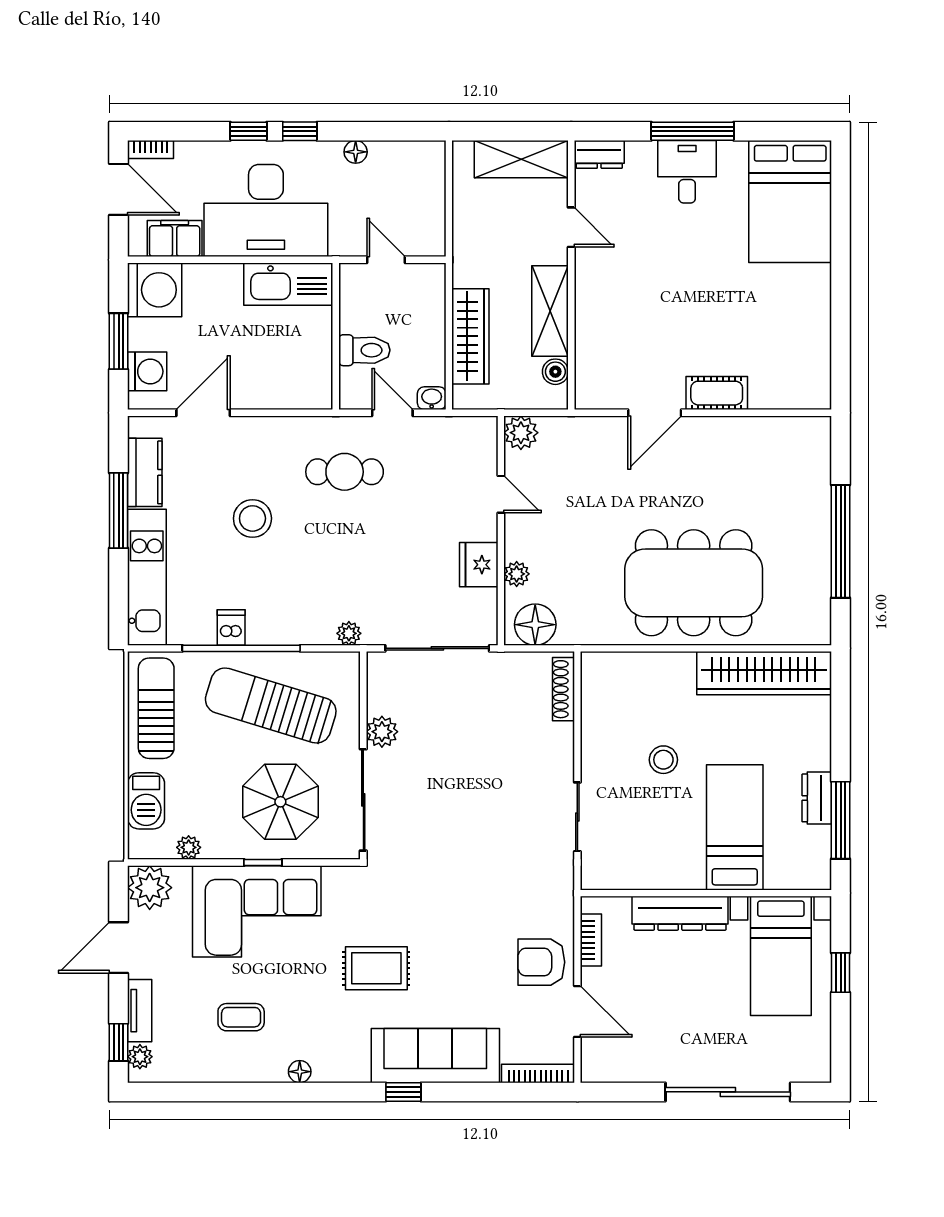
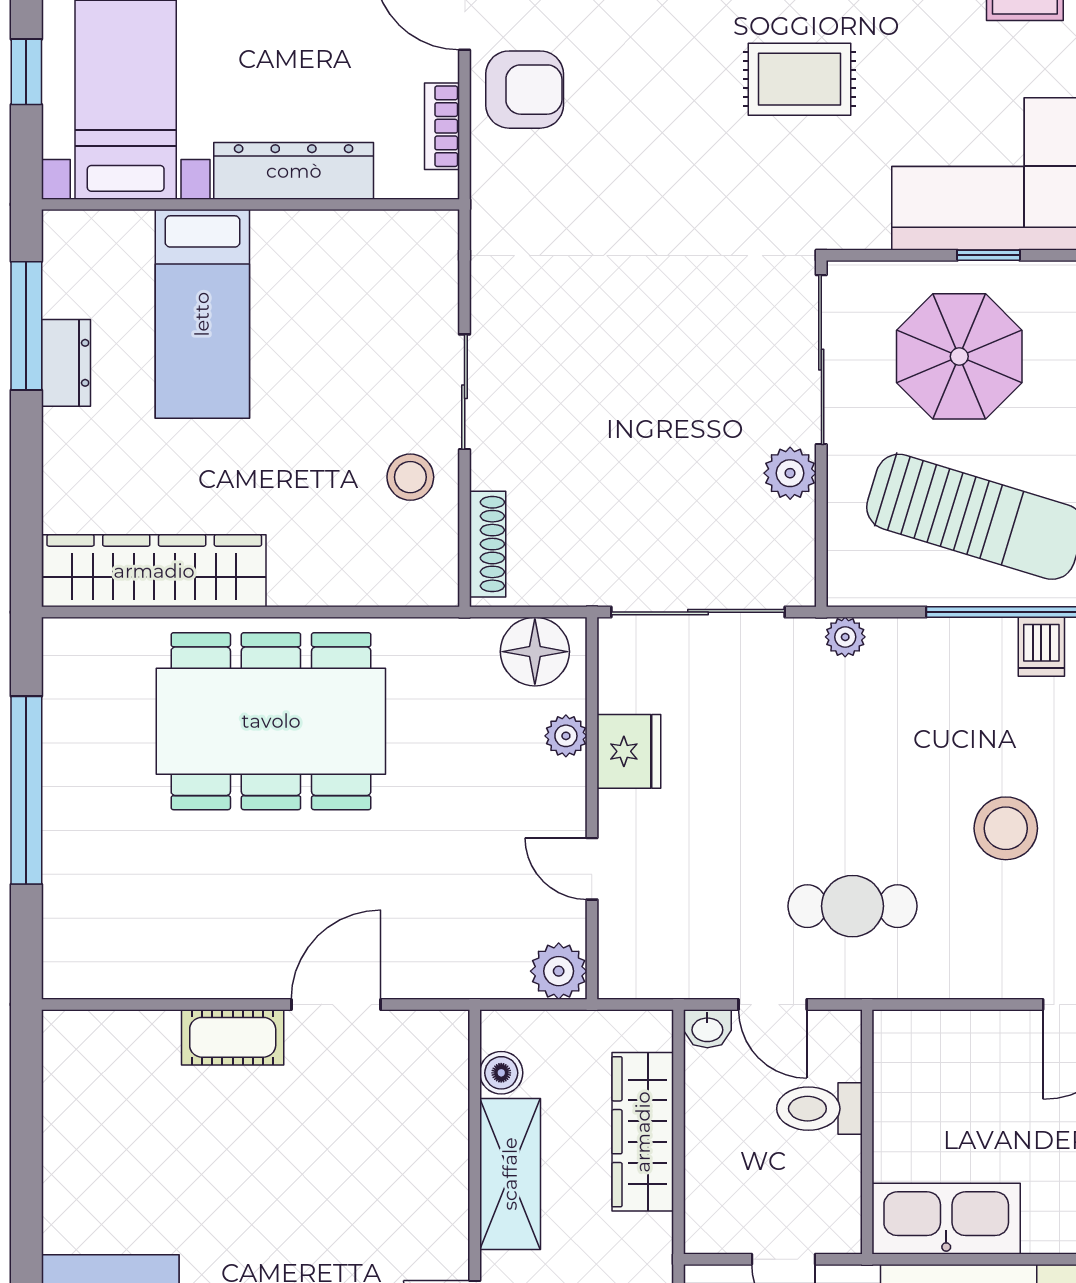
stool: (663, 760) -> (410, 477), moved
sliding door: (577, 817) -> (465, 392), moved

